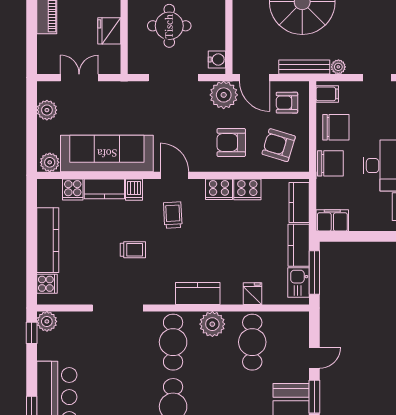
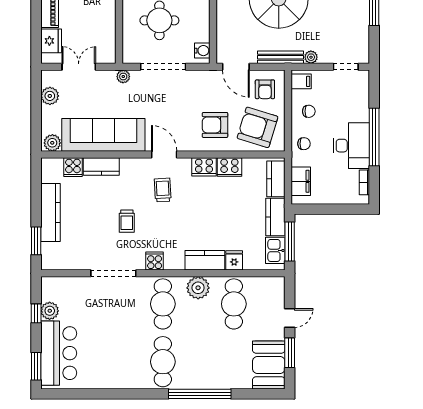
fridge: (109, 31) -> (51, 41), moved, turned 180
plant: (224, 95) -> (123, 77), moved, width x0.53, depth x0.53
armchair: (287, 103) -> (265, 89), turned -90
chair: (336, 127) -> (309, 111), width x0.54, depth x0.54
armchair: (279, 145) -> (258, 127), width x1.36, depth x1.36
chair: (330, 163) -> (304, 144), width x0.54, depth x0.54
dishwasher: (134, 190) -> (128, 167), removed
filing cabinet: (332, 220) -> (301, 181), moved, turned 90
trolley: (133, 250) -> (127, 221), turned 90
window: (32, 272) -> (36, 241), added
cooker: (47, 284) -> (155, 261), moved, turned -90
kitchen counter: (198, 293) -> (205, 260), moved
plant: (47, 321) -> (50, 311), moved
window: (32, 333) -> (36, 313), moved

